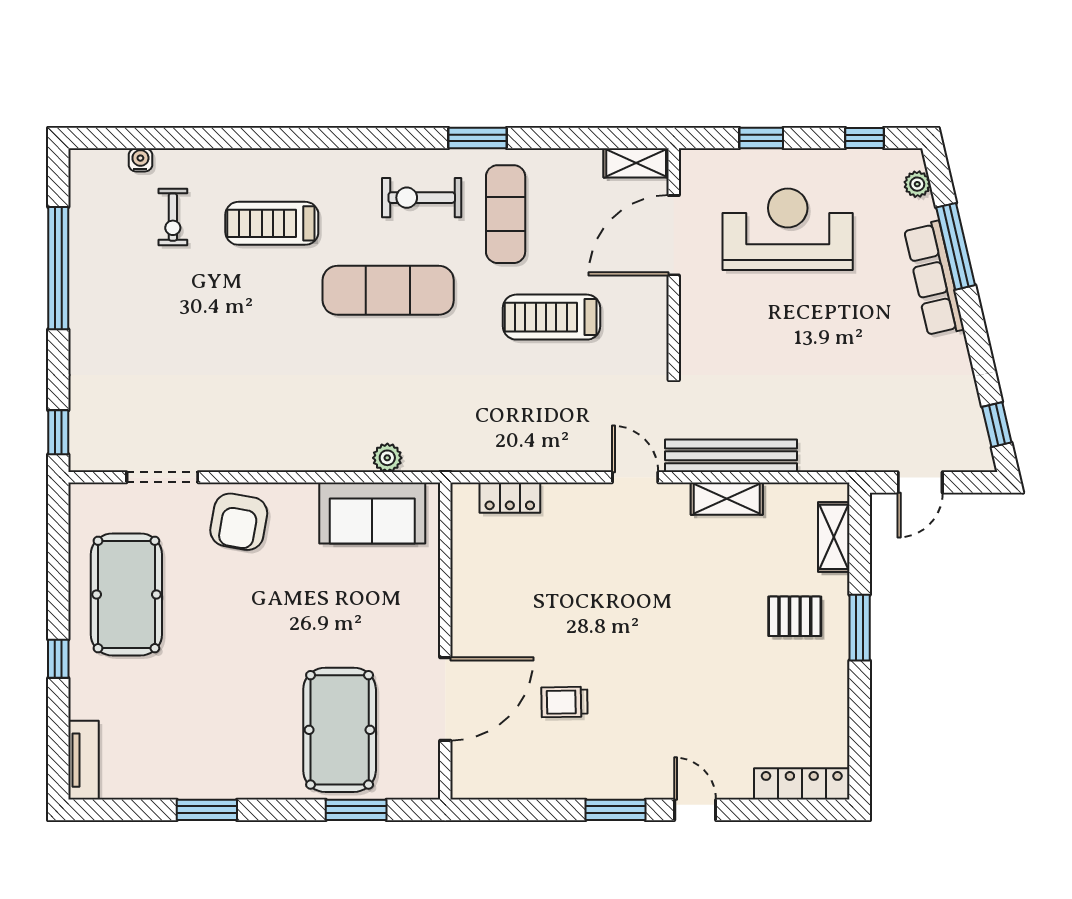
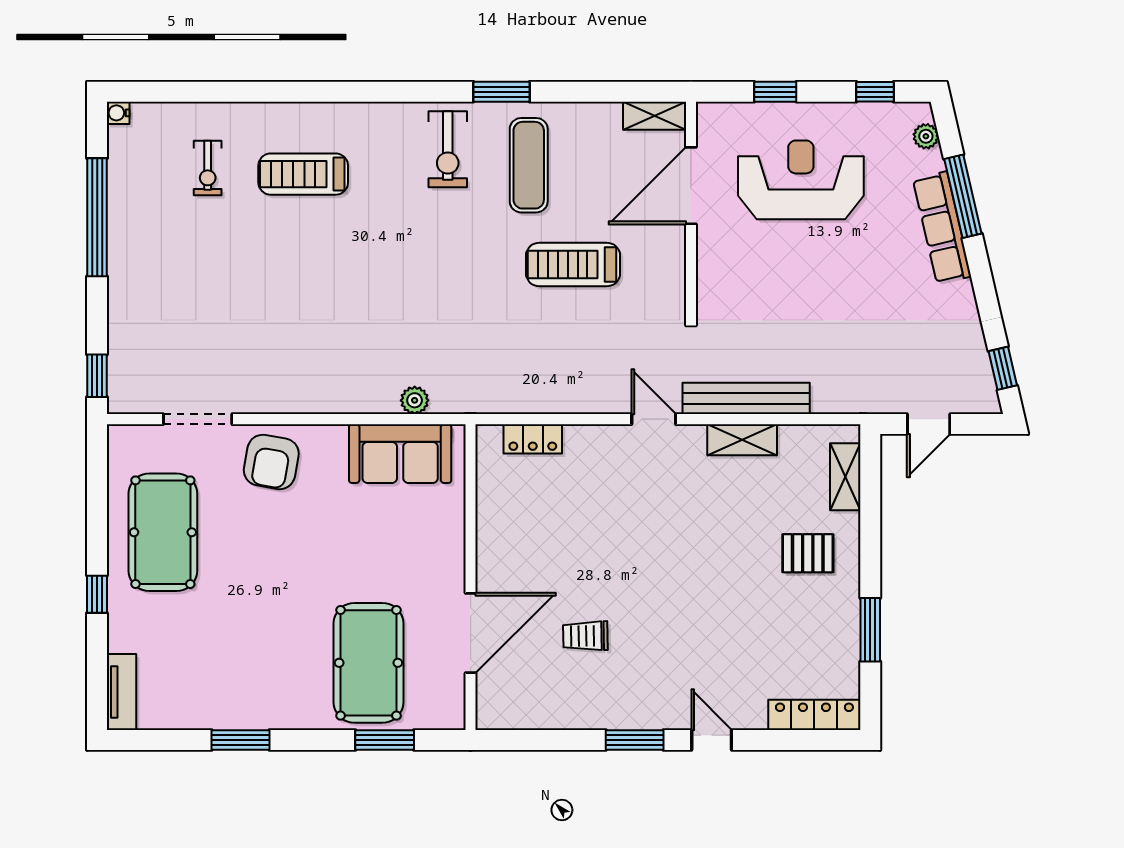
water cooler: (140, 160) -> (118, 113), moved, turned -90
exercise bike: (422, 198) -> (448, 149), turned -90
exercise mat: (388, 290) -> (415, 239), removed
window: (860, 628) -> (870, 630), moved

